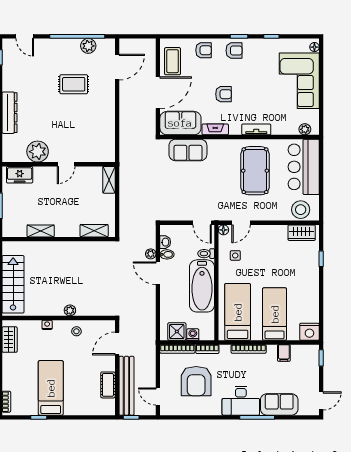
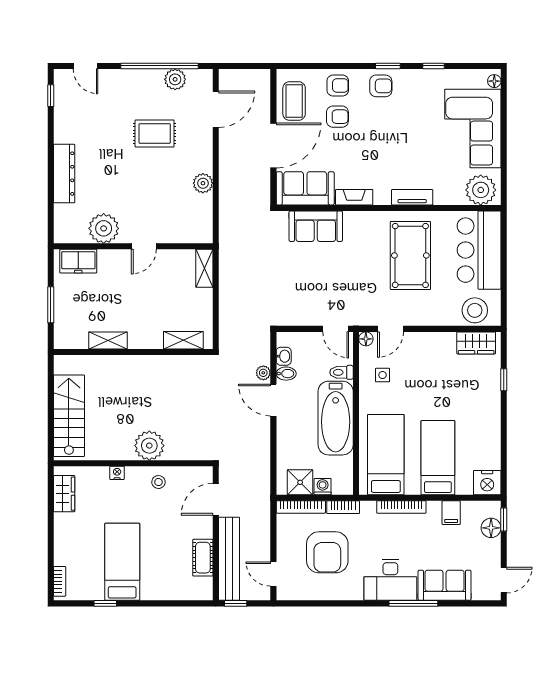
armchair: (223, 94) -> (337, 117), moved
plant: (108, 119) -> (203, 183), added
plant: (305, 129) -> (481, 190), width x1.88, depth x1.88
plant: (70, 310) -> (149, 446), width x1.88, depth x1.88
floor lamp: (312, 364) -> (491, 528), added

